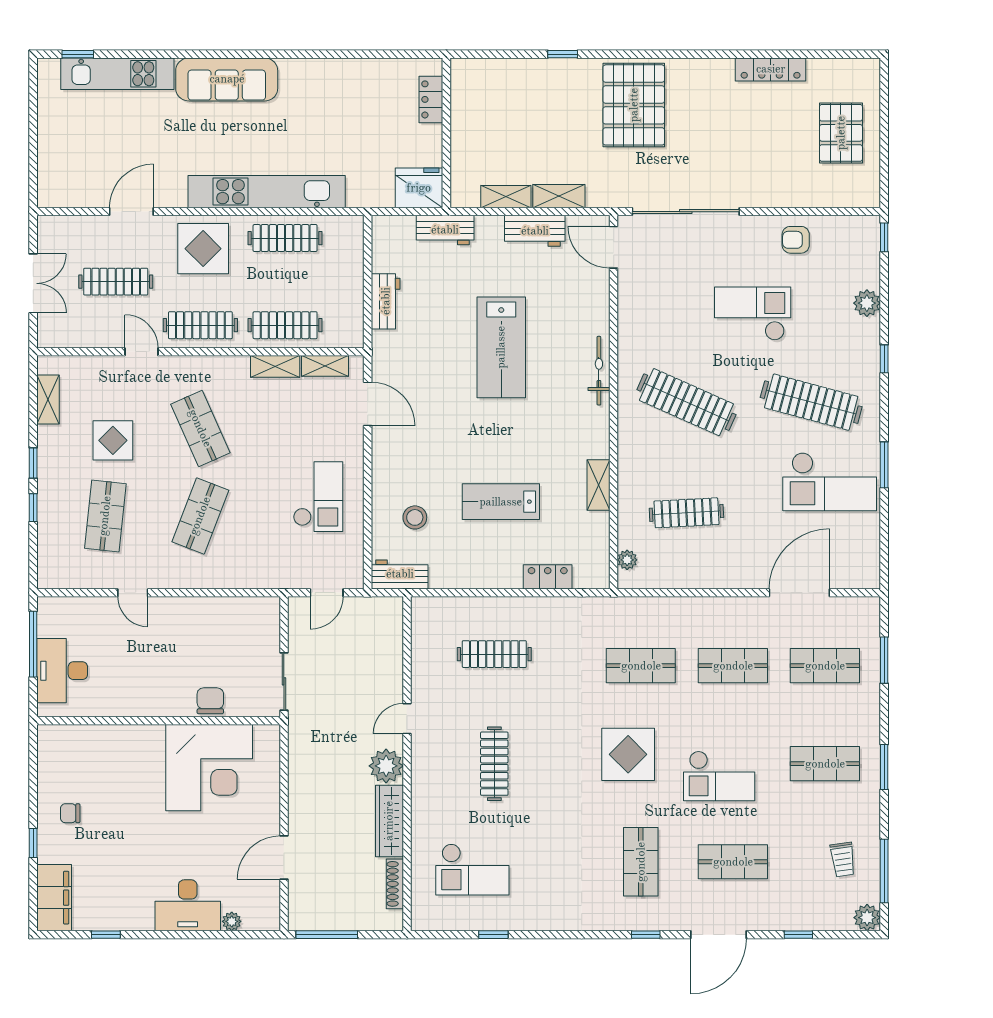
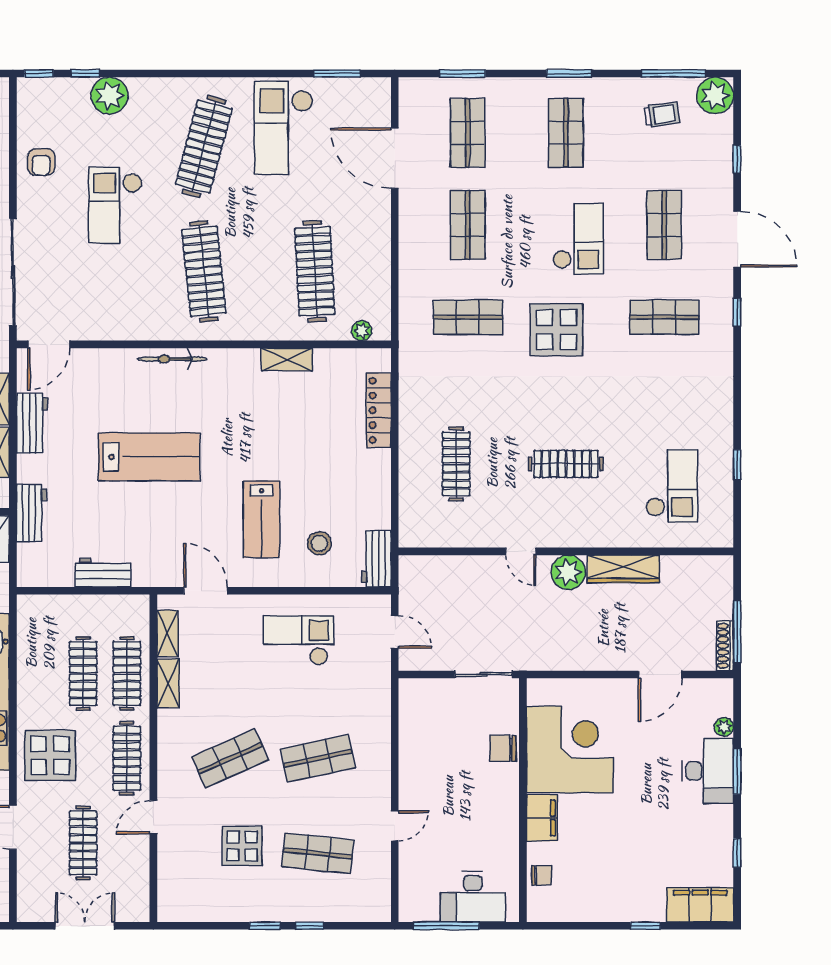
clothes rail: (285, 238) -> (83, 673), moved
plant: (867, 303) -> (110, 96), width x1.36, depth x1.36
window: (884, 359) -> (85, 73), moved
shelving: (48, 399) -> (201, 911), removed
clothes rail: (686, 402) -> (204, 271), turned -30
door: (368, 404) -> (205, 591), hinge flipped
window: (884, 465) -> (337, 73), moved
checkout: (830, 482) -> (283, 128), turned 180
lab bench: (501, 502) -> (262, 519), moved
clothes rail: (686, 513) -> (315, 271), width x1.37, depth x1.31
shop shelf: (200, 516) -> (318, 758), turned -33
locker: (548, 577) -> (379, 410), width x1.53
shop shelf: (641, 666) -> (468, 317), turned 90
filing cabinet: (141, 740) -> (542, 818), added
chair: (70, 813) -> (541, 875), moved, turned -90
door: (284, 858) -> (660, 674), hinge flipped
shoe rack: (395, 884) -> (725, 646), moved, turned 90
plant: (867, 918) -> (715, 95), width x1.36, depth x1.36
window: (187, 935) -> (737, 771), added

